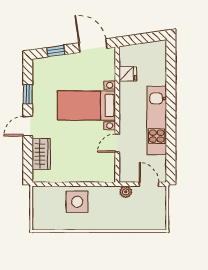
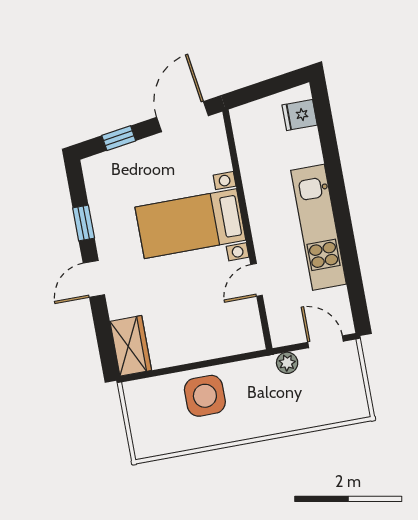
door: (93, 46) -> (183, 117), hinge flipped
fridge: (128, 74) -> (300, 115), moved, turned 180
wardrobe: (41, 154) -> (131, 346), moved

